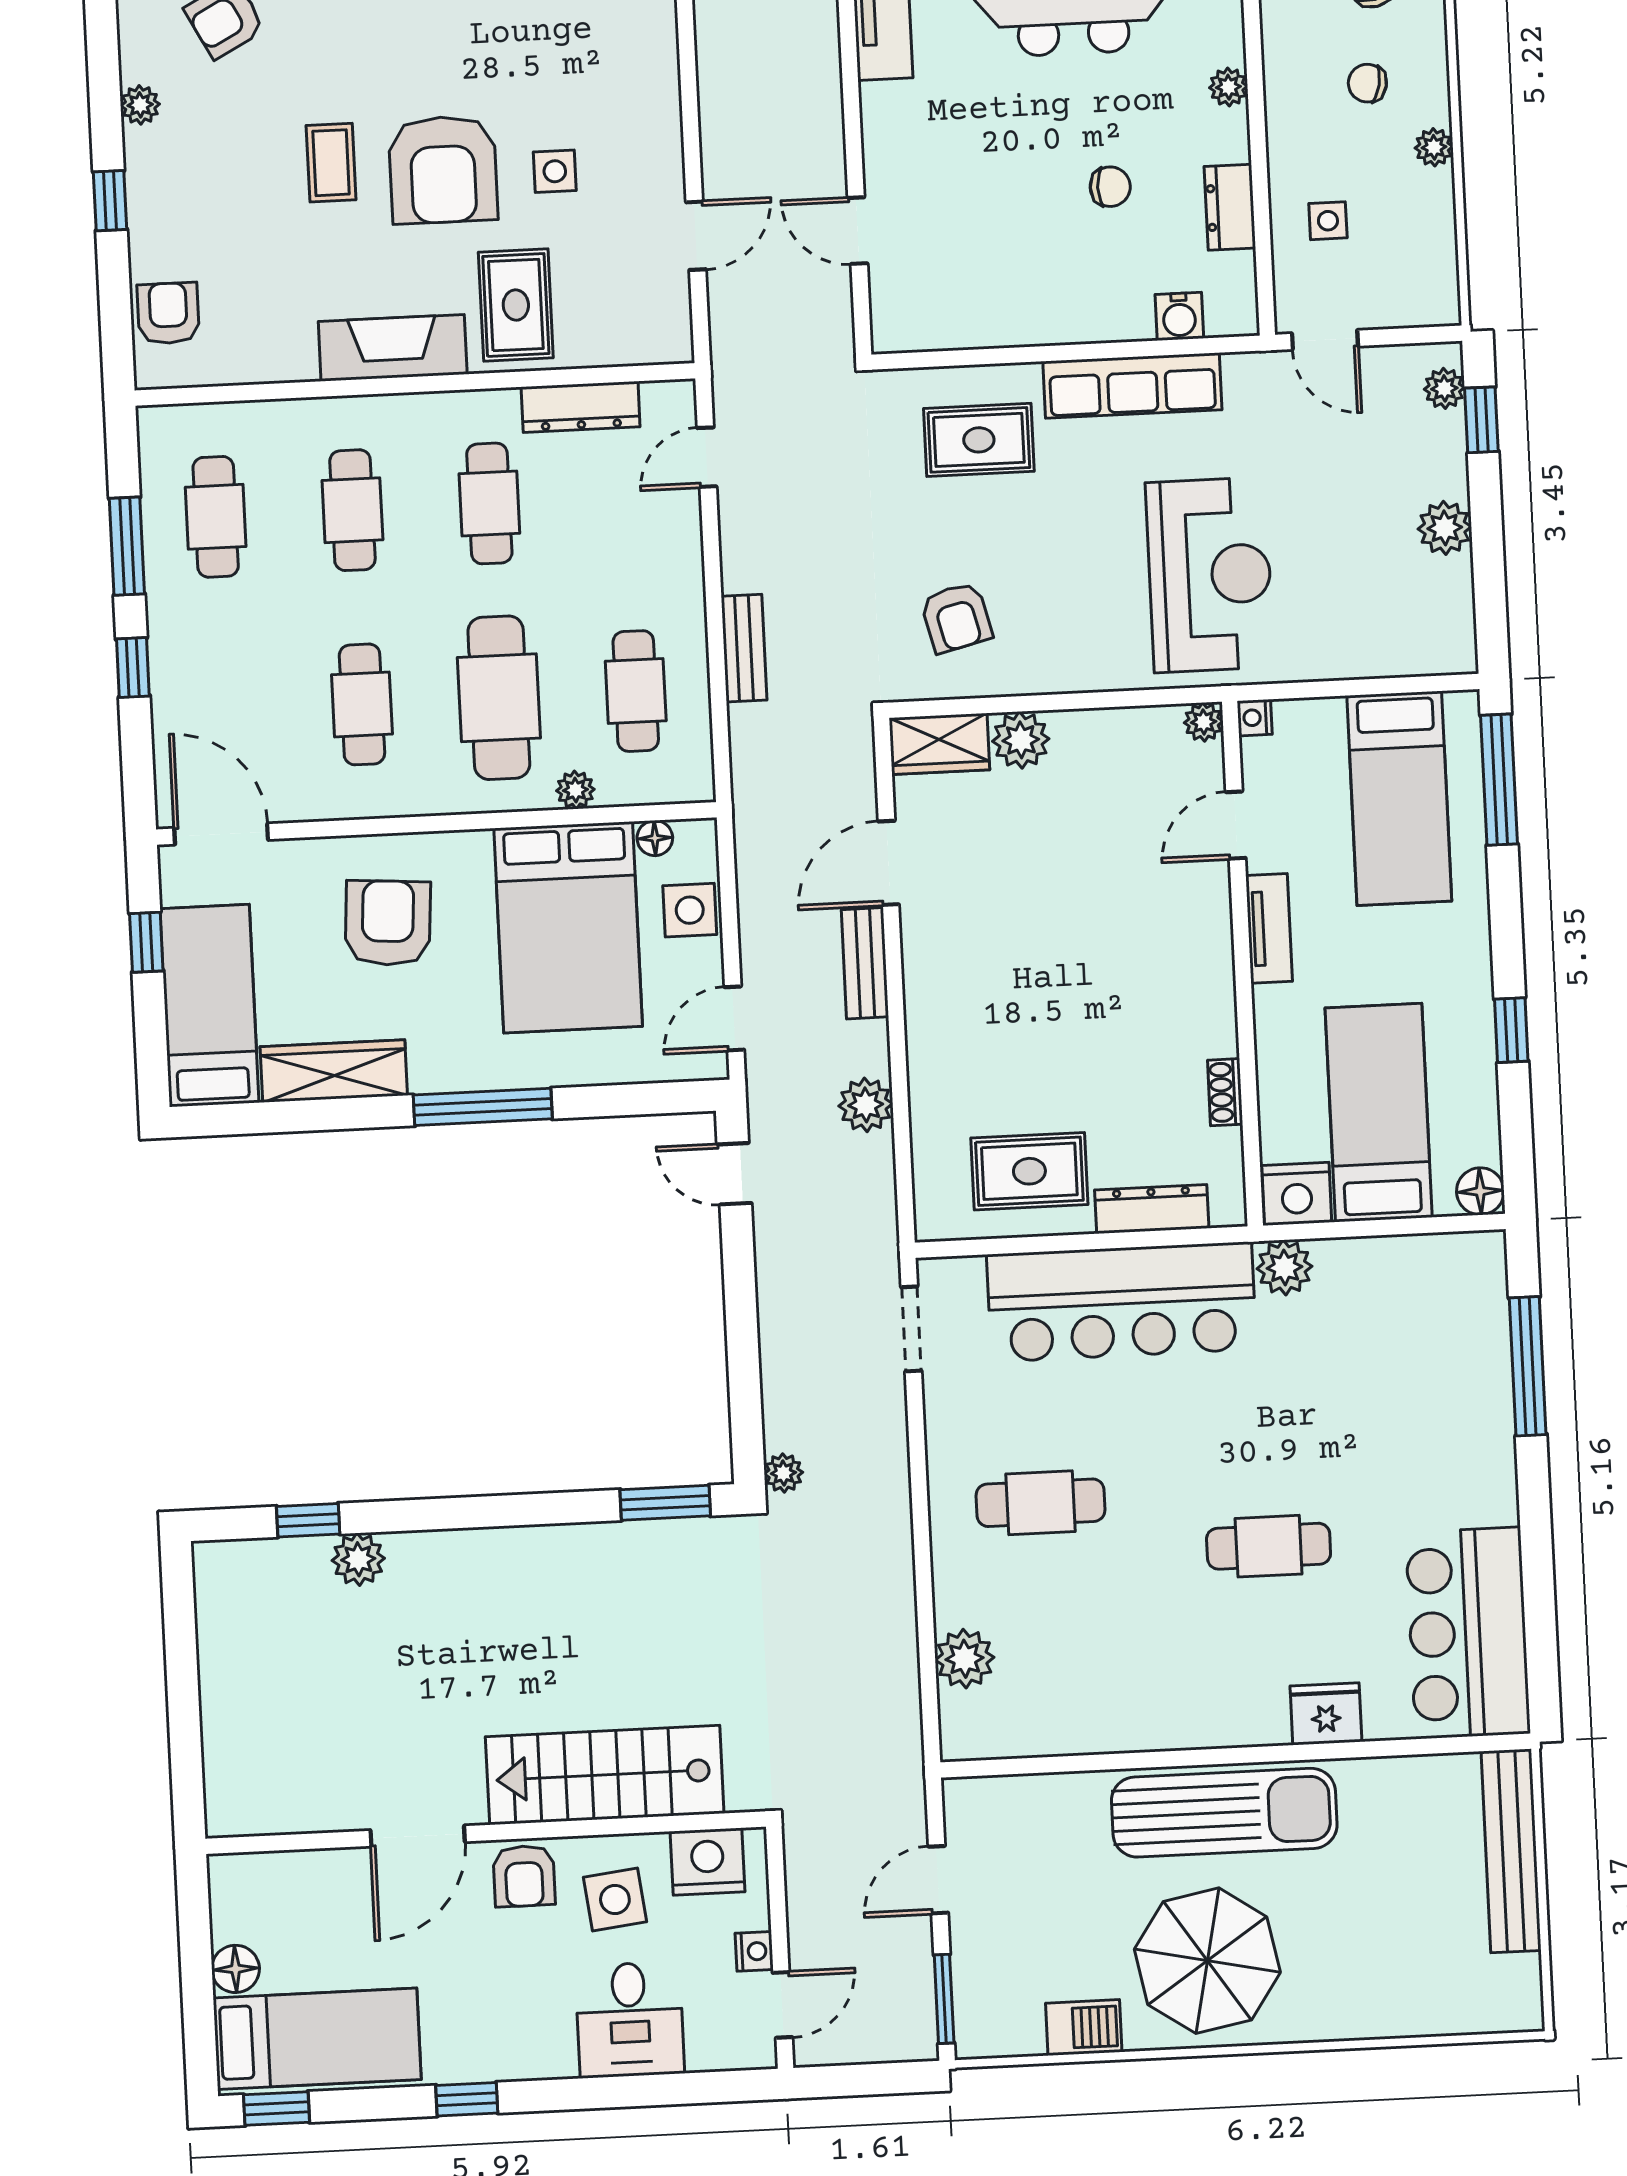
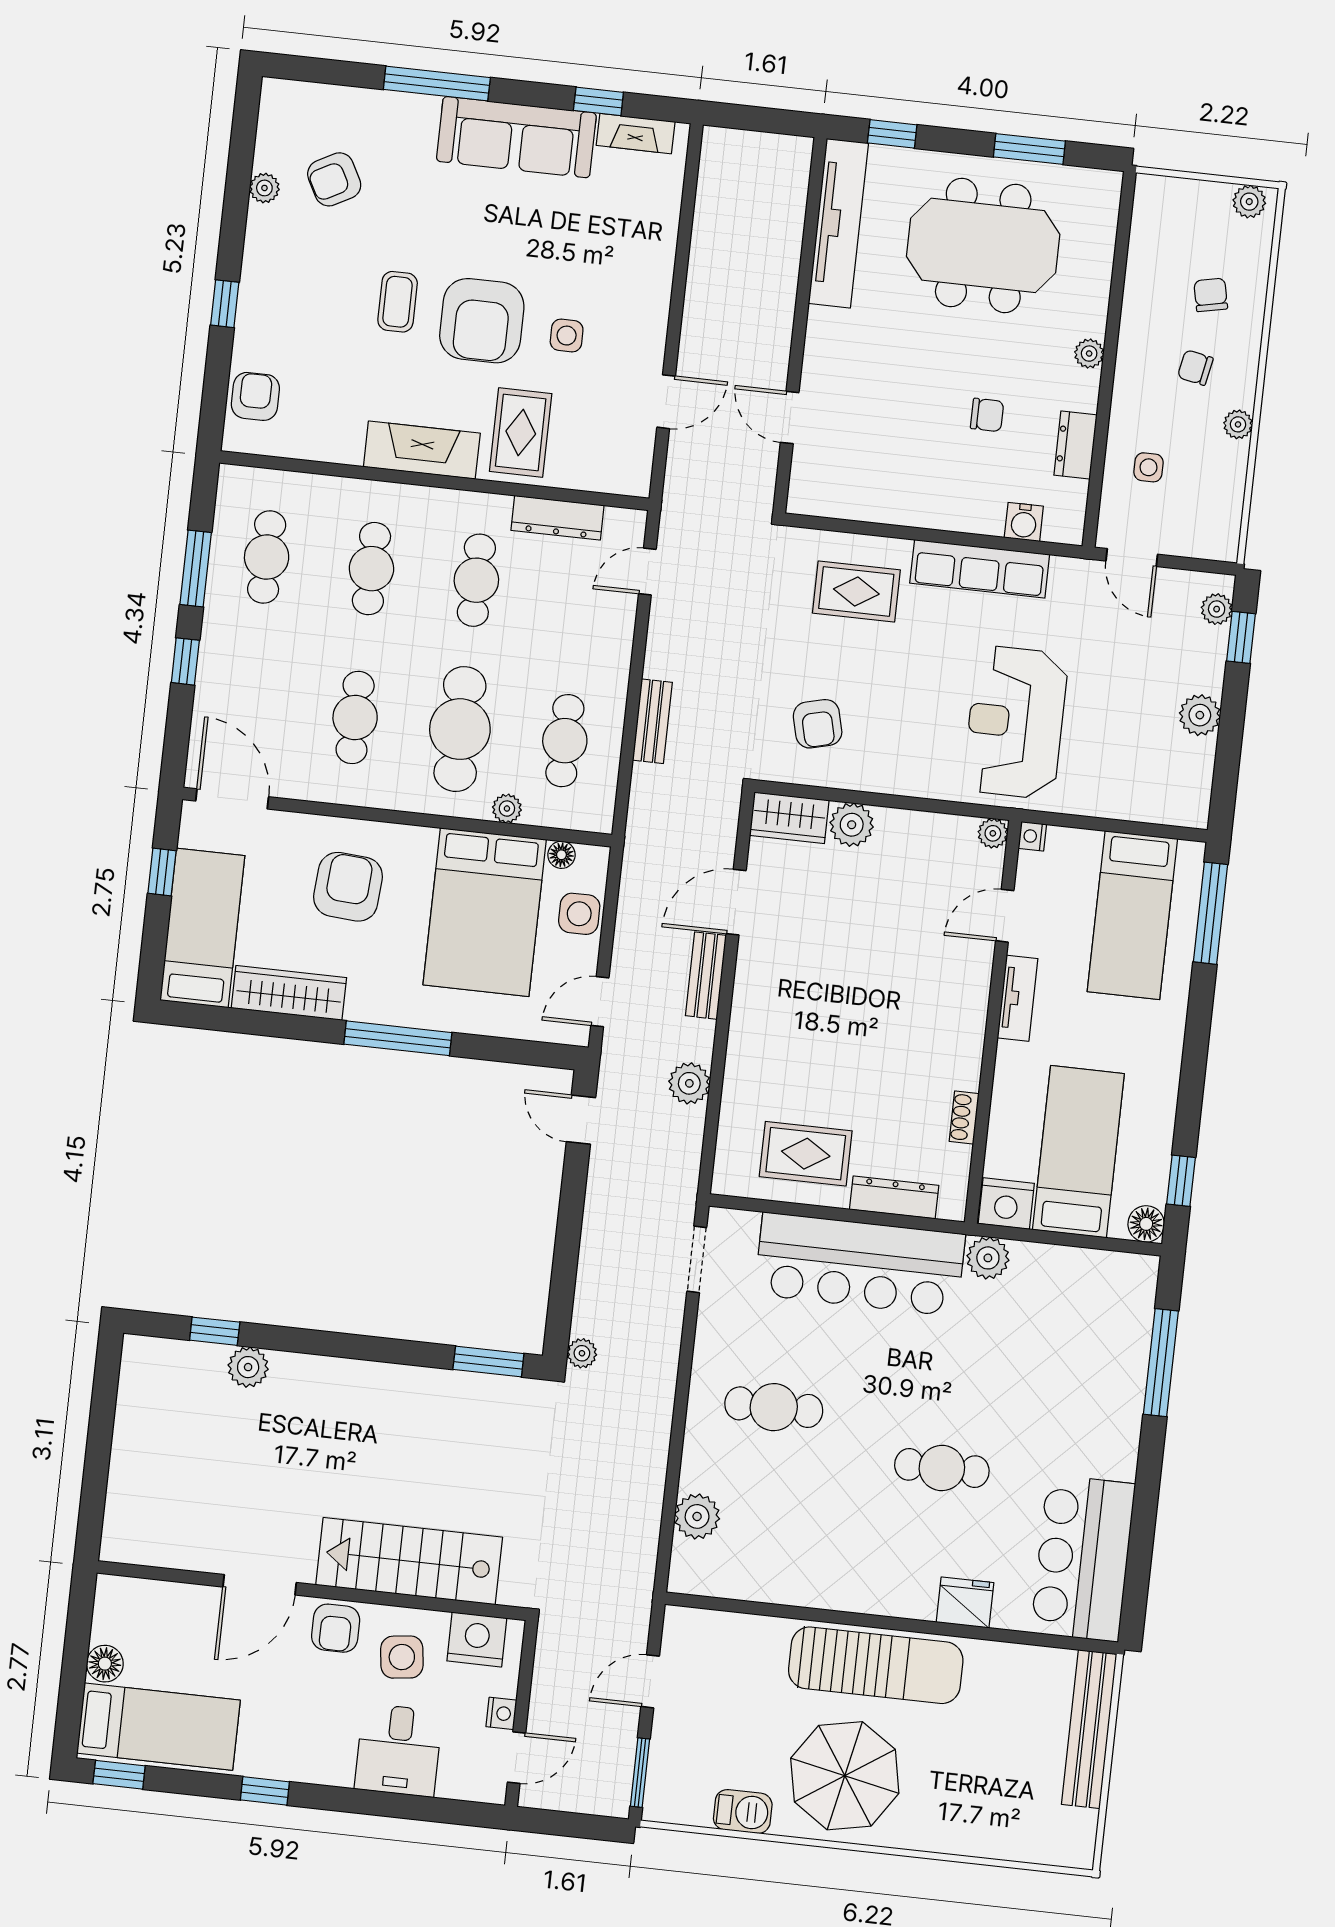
plant: (140, 105) -> (264, 188), moved
reception desk: (1210, 575) -> (1015, 722), turned 180
window: (1511, 1030) -> (1181, 1181), moved

